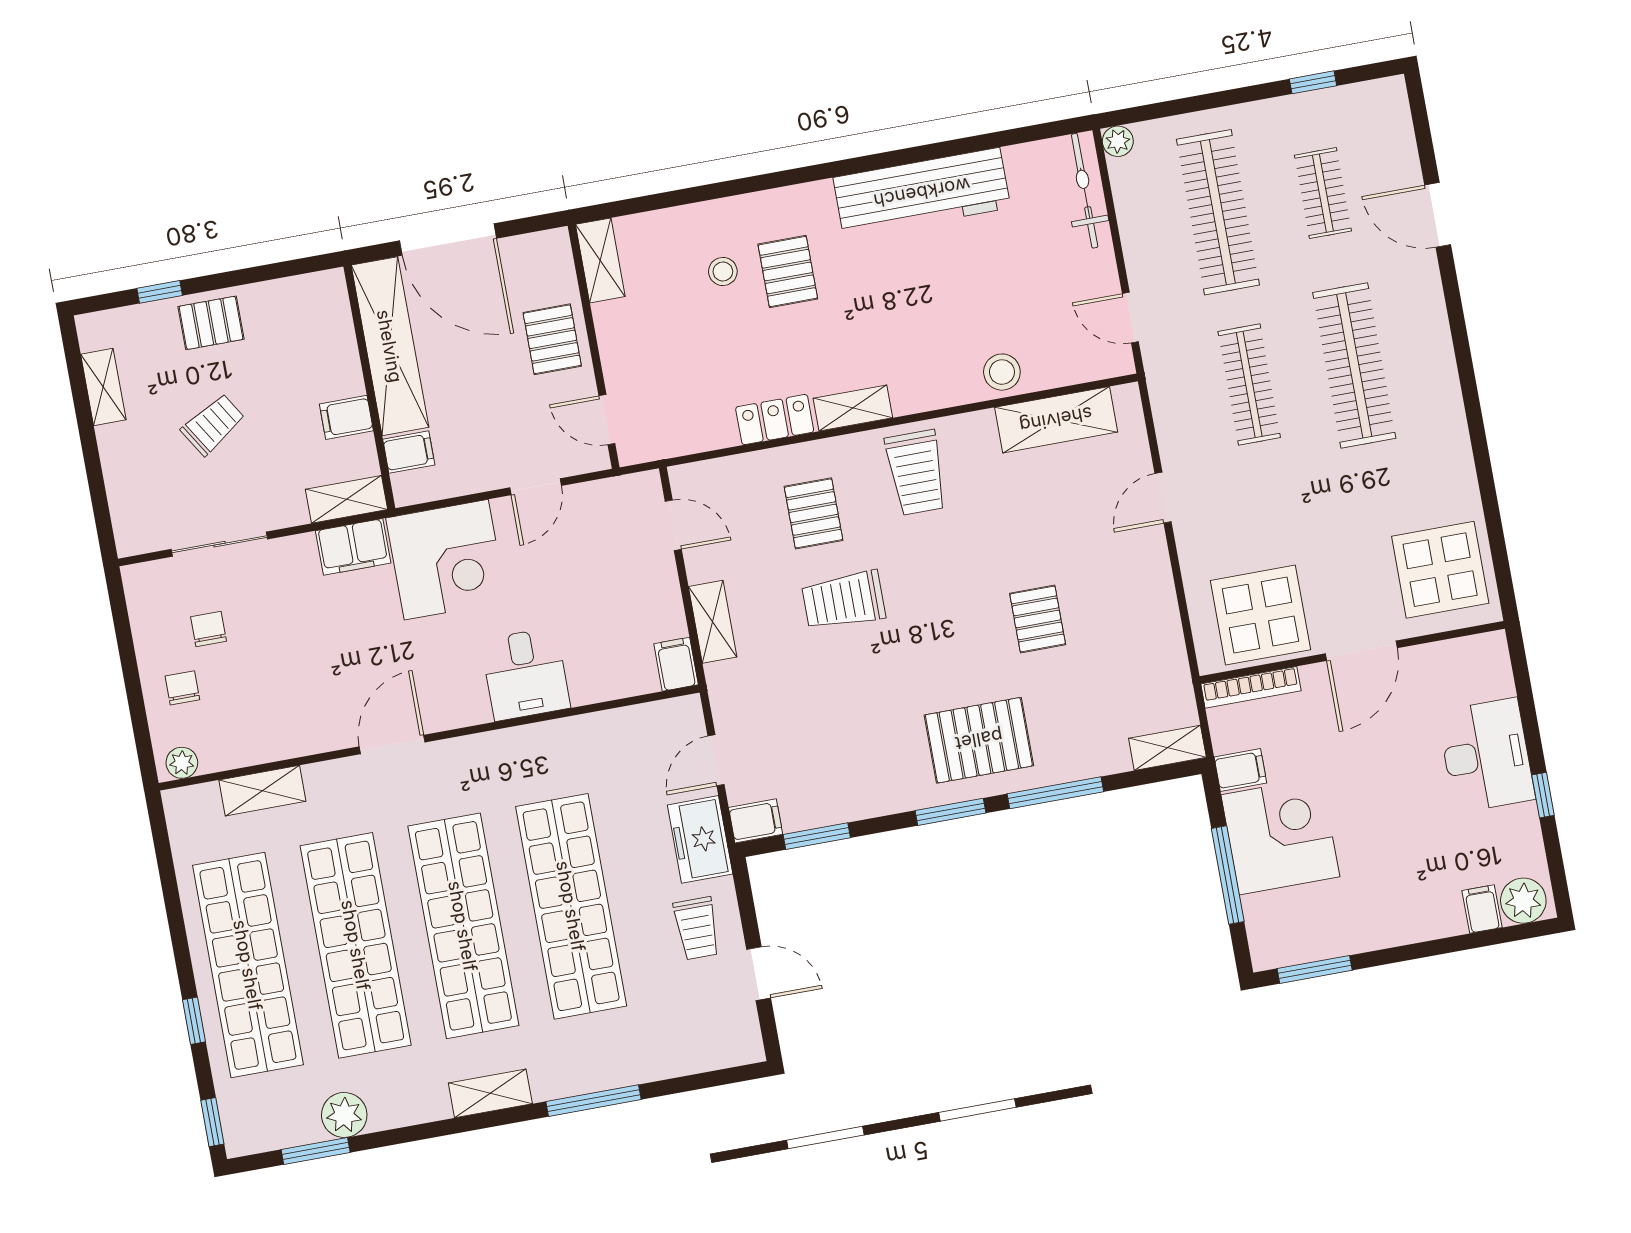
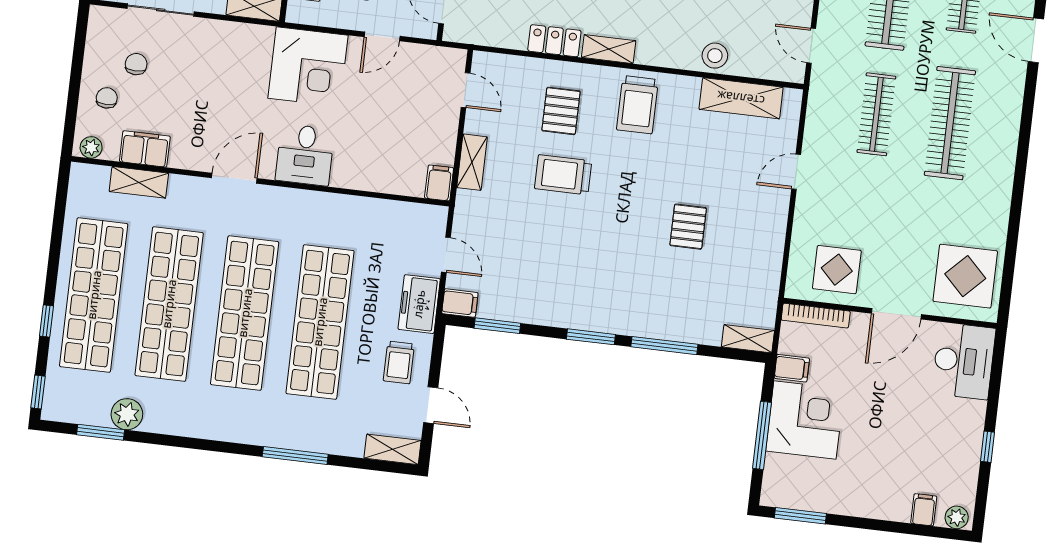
filing cabinet: (353, 547) -> (145, 149), moved, turned 180
display table: (1260, 615) -> (837, 270), width x0.73, depth x0.73
desk: (525, 674) -> (305, 155), moved
pallet: (979, 740) -> (624, 295), removed
desk: (1486, 755) -> (964, 361), moved
door: (716, 760) -> (446, 255), swing flipped
plant: (1523, 901) -> (957, 517), width x0.73, depth x0.73
shelving: (490, 1093) -> (392, 449), moved

